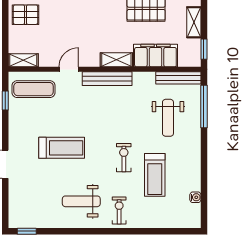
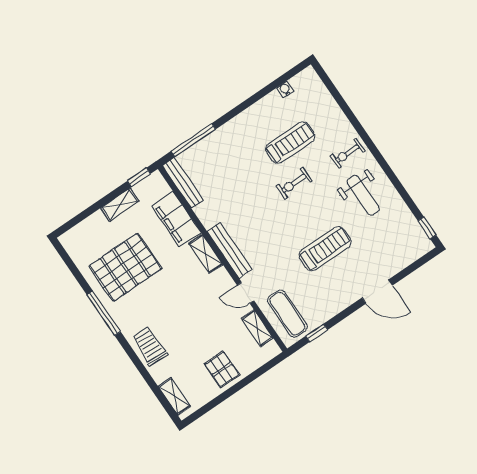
shelving: (23, 60) -> (257, 328), moved
weight bench: (168, 118) -> (227, 167), removed
treadmill: (62, 148) -> (325, 249), turned 90

